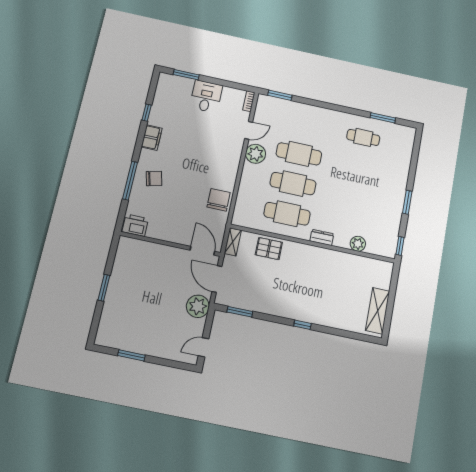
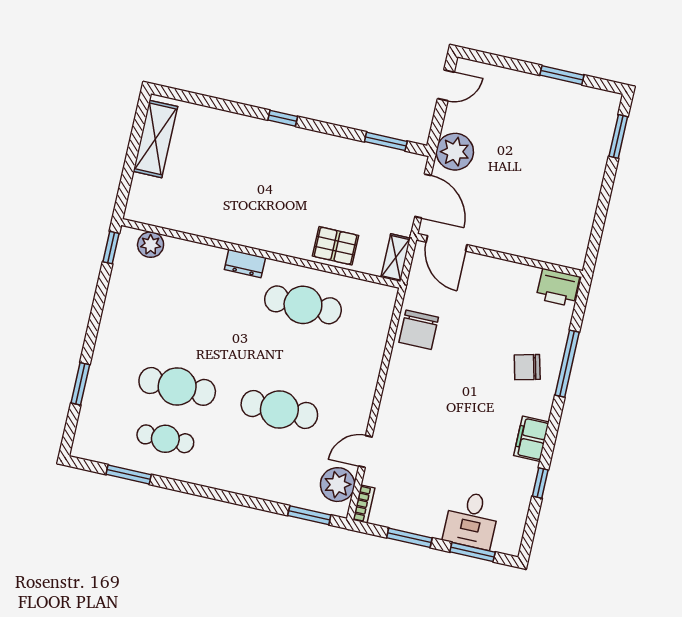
window: (223, 83) -> (409, 538), added
desk: (206, 96) -> (471, 520), moved
plant: (256, 154) -> (338, 485), moved
cafe table: (293, 184) -> (177, 386), moved
window: (407, 202) -> (80, 384), moved
plant: (358, 244) -> (151, 245), moved
window: (104, 288) -> (618, 136), moved

